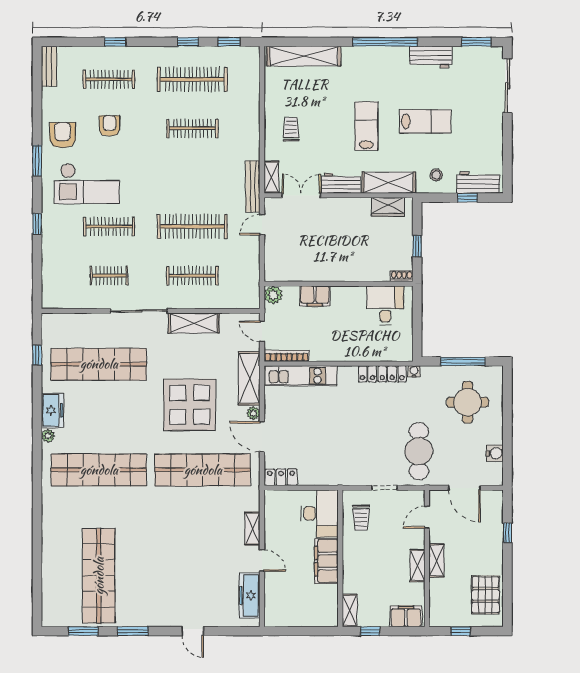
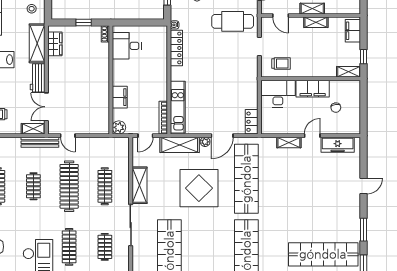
clothes rail: (192, 177) -> (33, 186), added
chair: (300, 593) -> (336, 108), added

